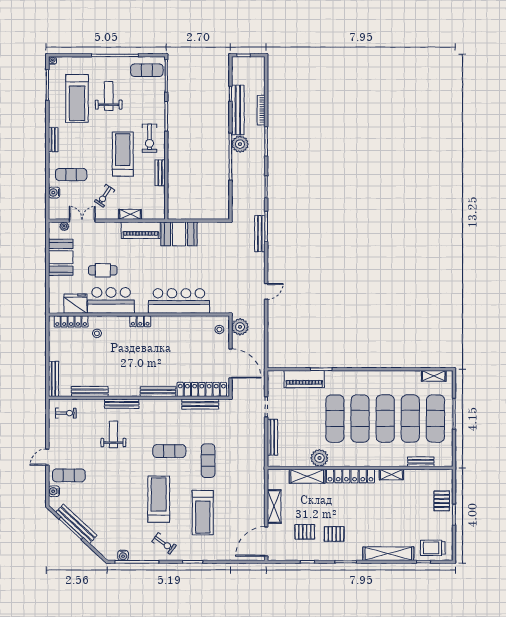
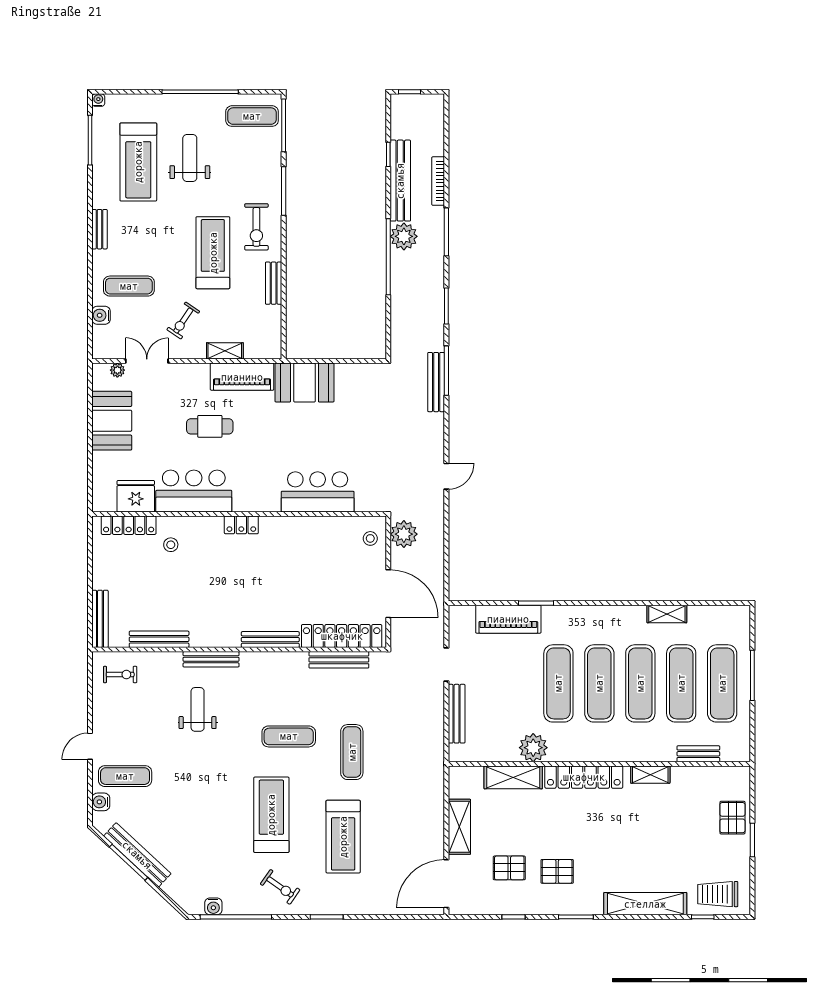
cafe table: (103, 270) -> (210, 426), moved
bar counter: (179, 301) -> (318, 492), width x0.73
shelving: (434, 376) -> (667, 614), moved

